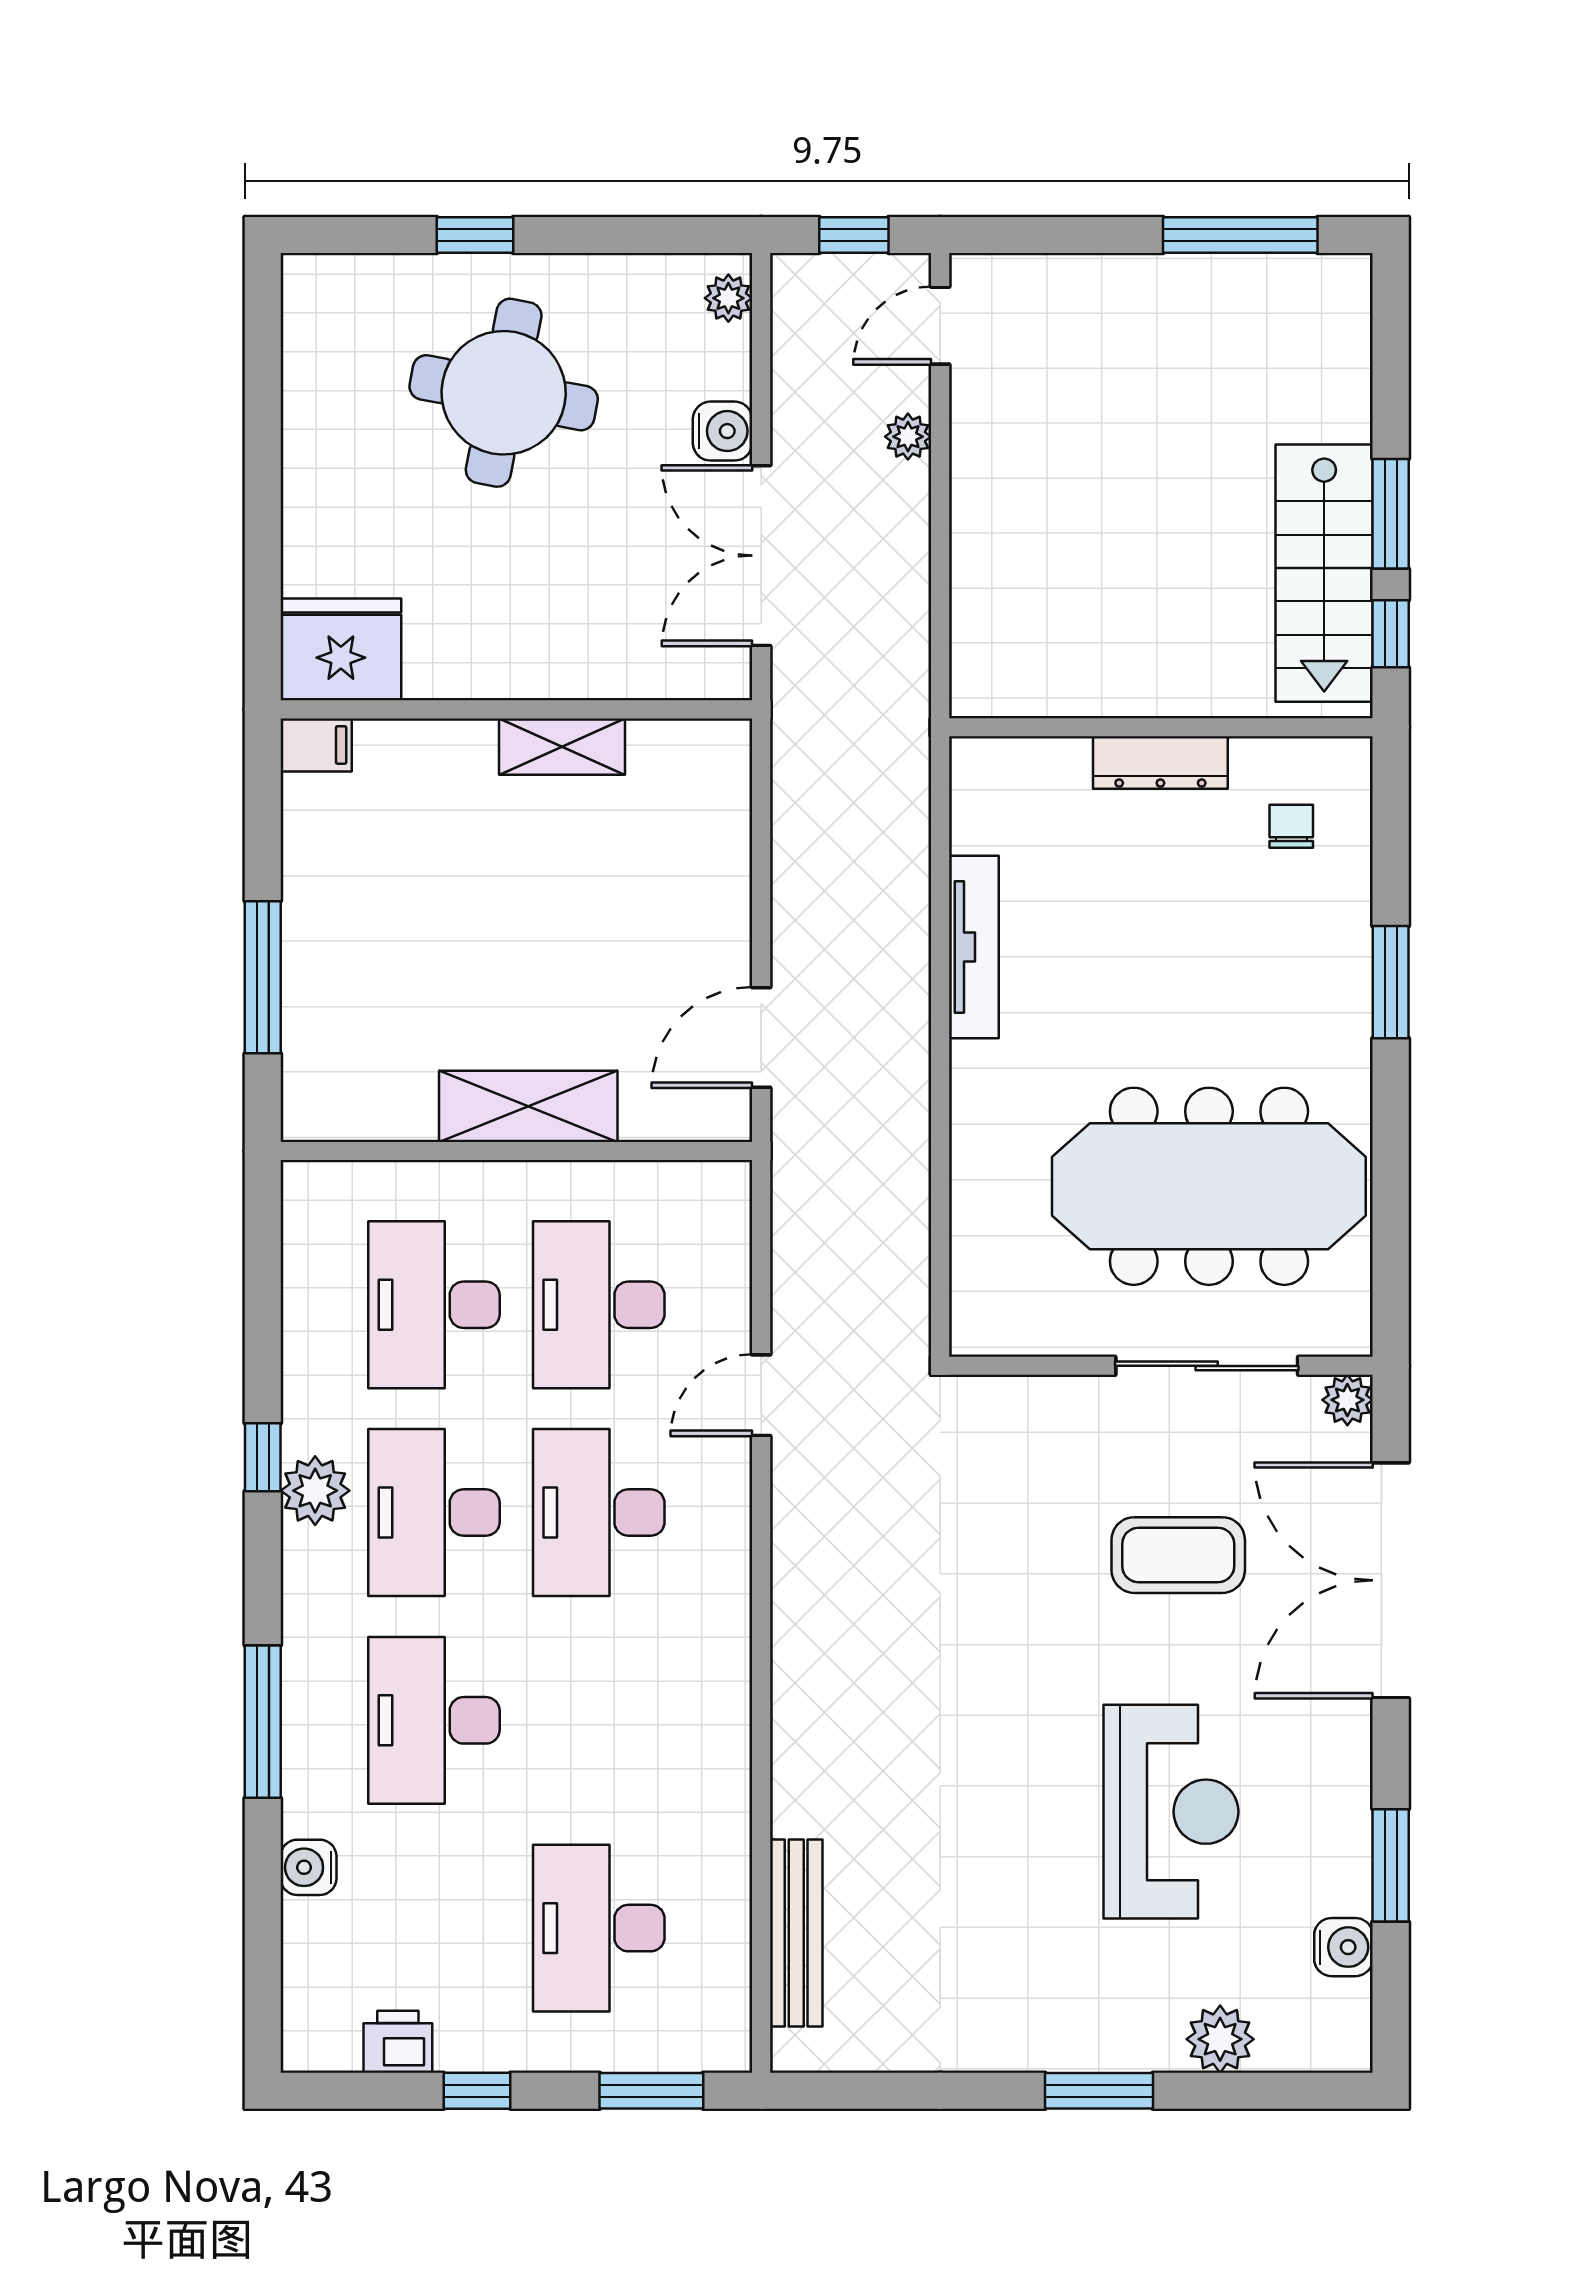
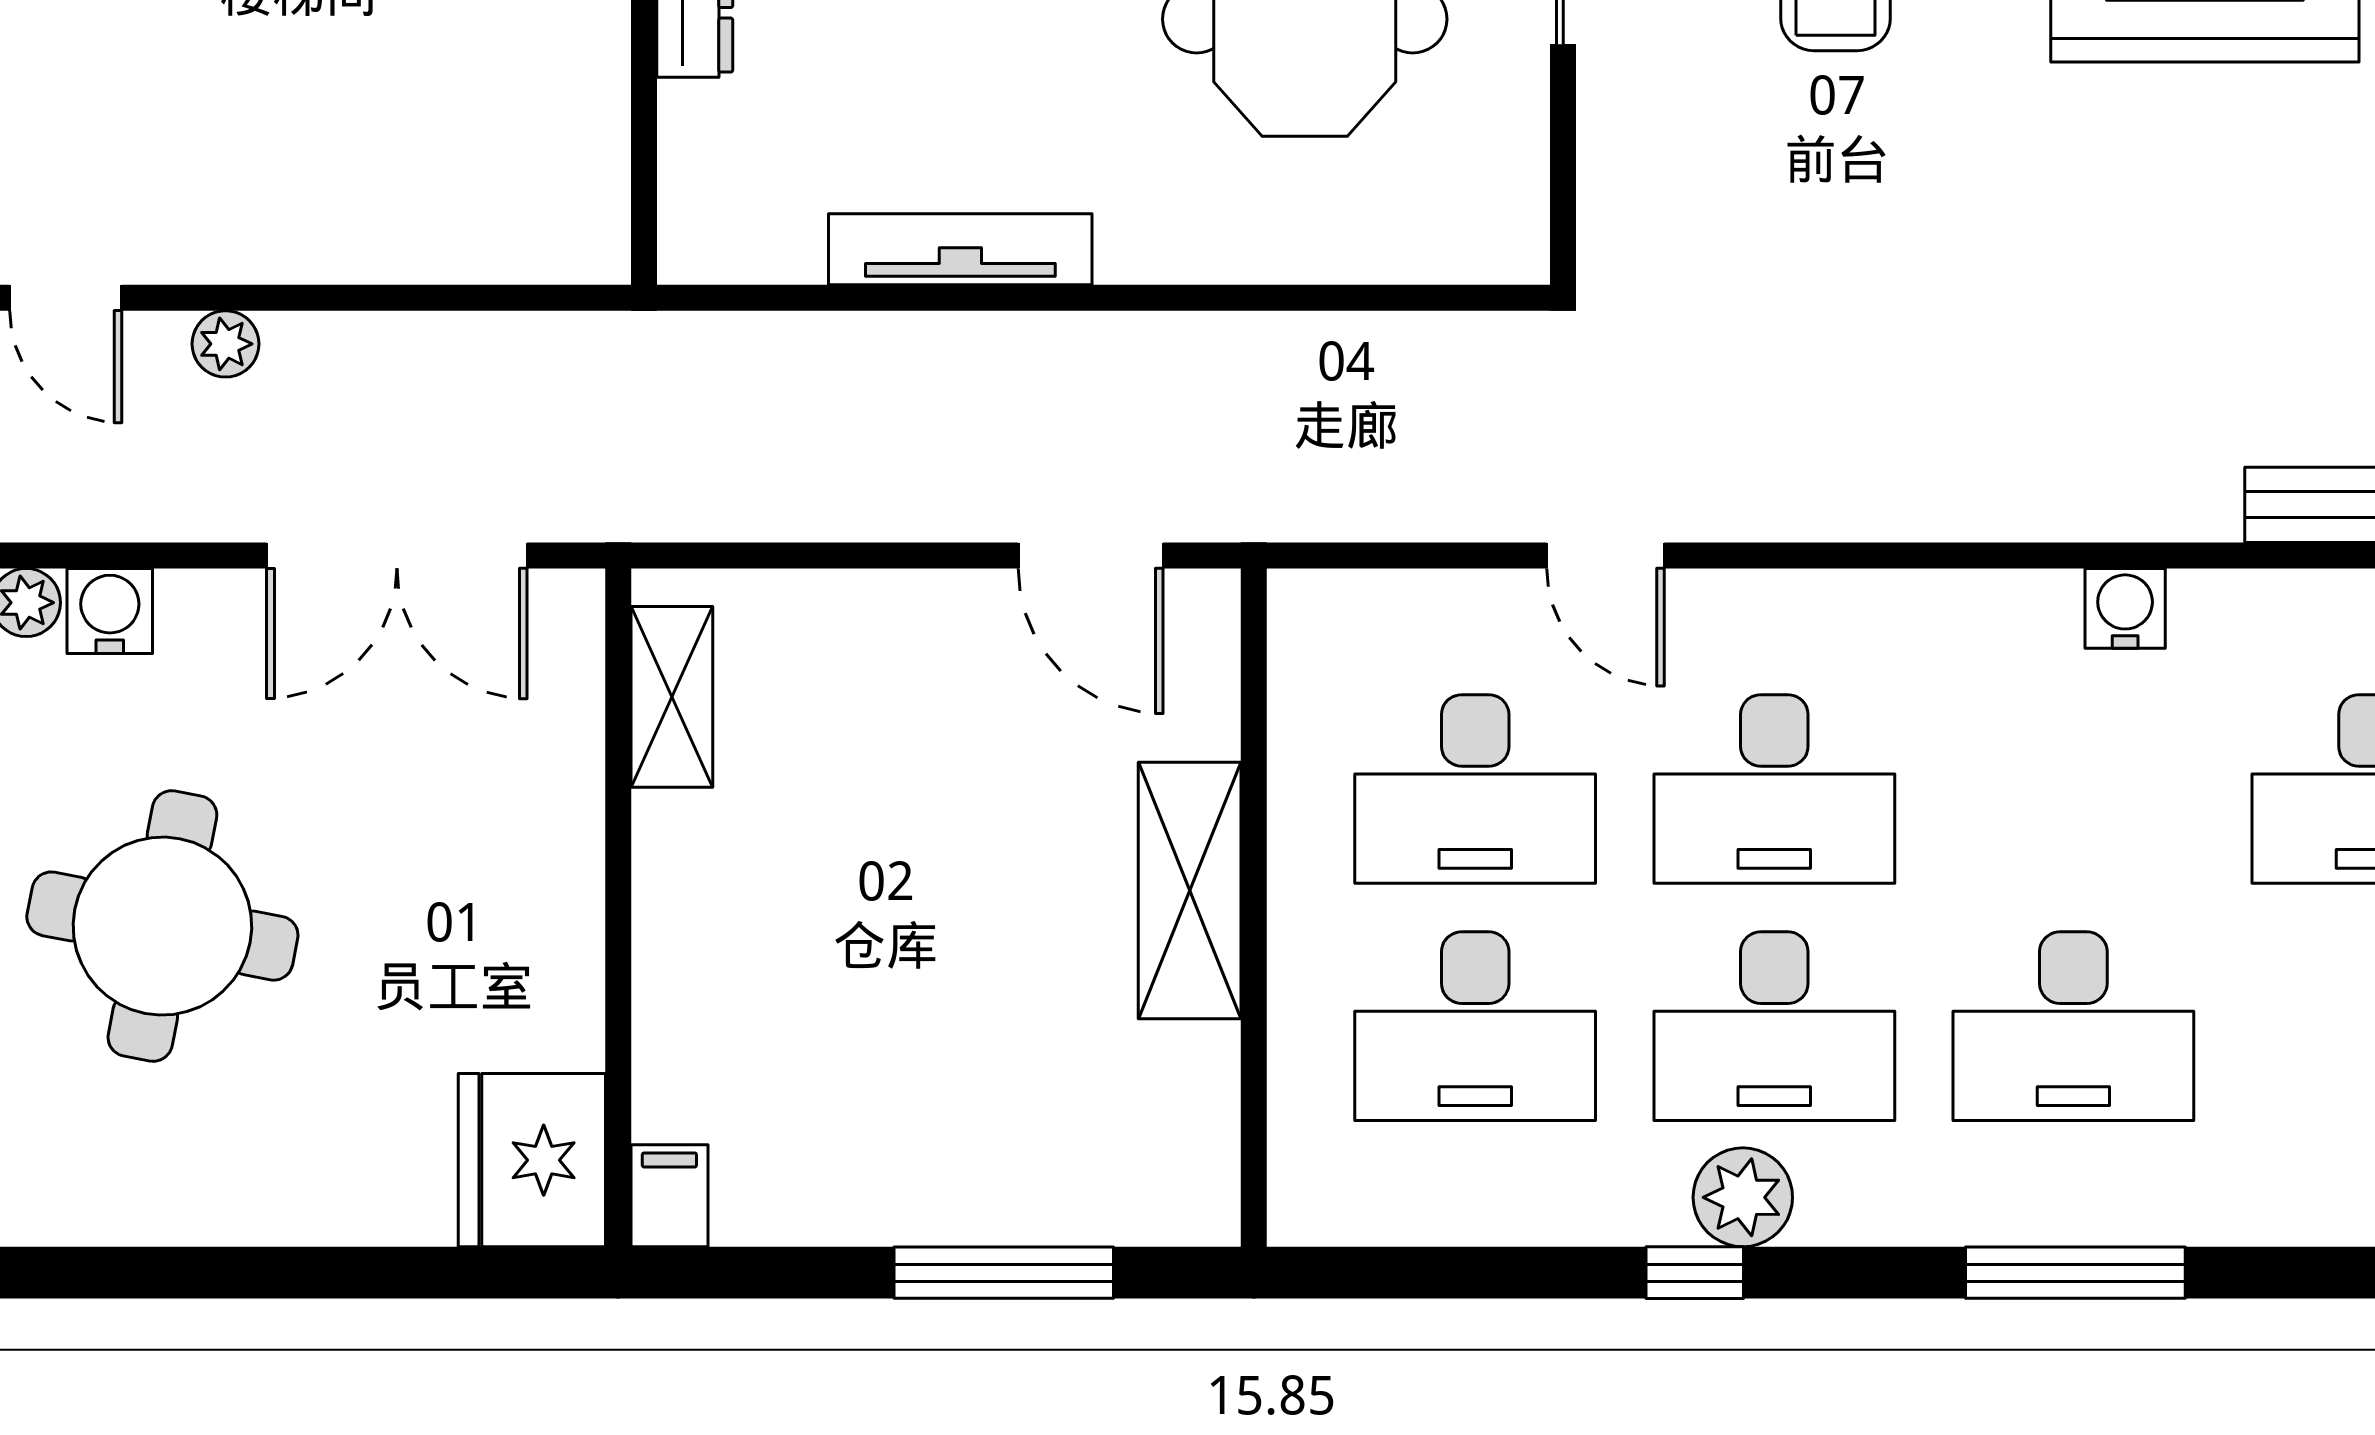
water cooler: (723, 431) -> (110, 611), moved
shelving: (562, 747) -> (672, 697), moved
water cooler: (308, 1867) -> (2125, 608), moved, turned 180

